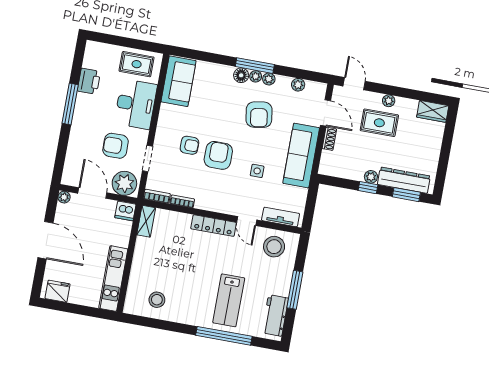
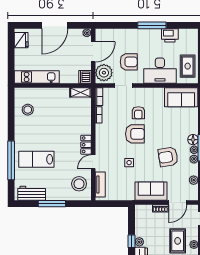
armchair: (116, 146) -> (129, 62), turned 90
sofa: (301, 156) -> (151, 191), width x0.73
locker: (214, 226) -> (86, 145), width x0.66

